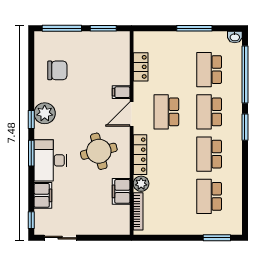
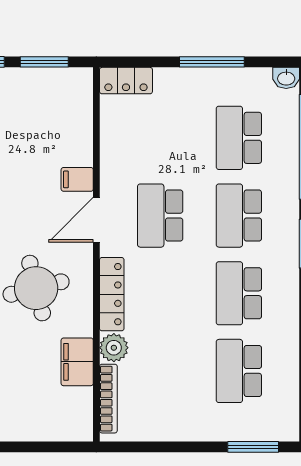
locker: (141, 67) -> (126, 81), moved, turned 90

